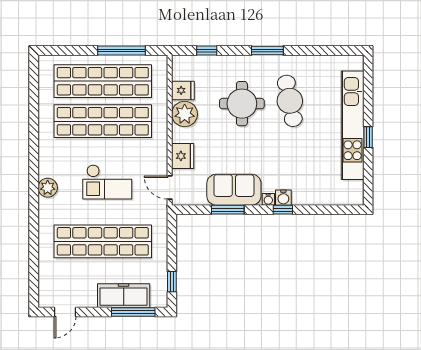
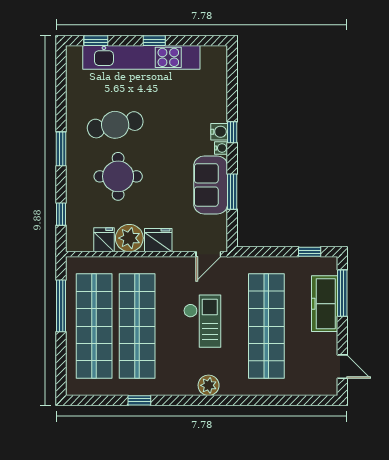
window: (368, 83) -> (96, 41), added
window: (34, 123) -> (139, 400), added
fridge: (183, 156) -> (158, 240), moved

